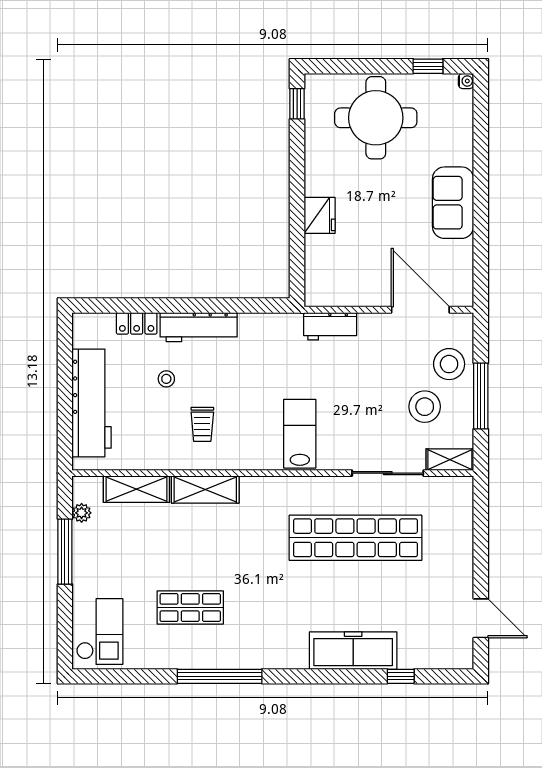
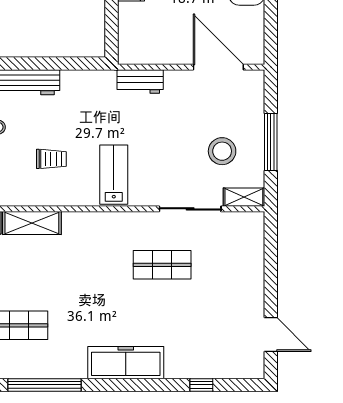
stool: (449, 364) -> (243, 114), removed
trolley: (202, 424) -> (51, 159), moved, turned -90
shop shelf: (356, 538) -> (162, 265), width x0.50, depth x0.74
freezer: (353, 651) -> (126, 363), moved

